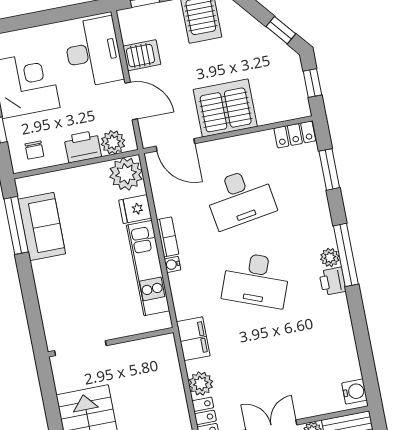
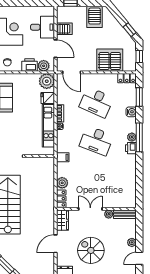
desk: (93, 52) -> (43, 27), width x0.73
server rack: (225, 108) -> (110, 60), moved
desk: (240, 198) -> (96, 102), turned 33
filing cabinet: (193, 339) -> (63, 157), width x0.50
water cooler: (354, 392) -> (131, 112), moved

